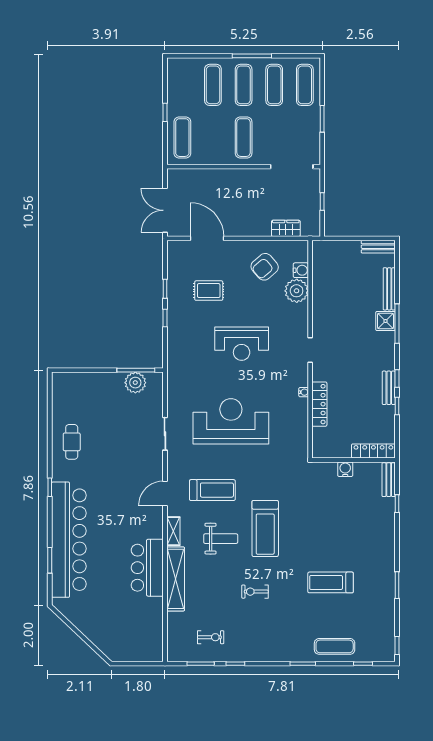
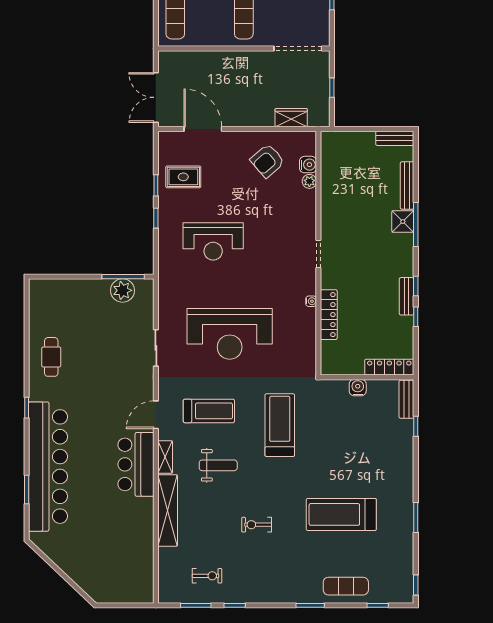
rug: (209, 291) -> (183, 177), moved
plant: (297, 291) -> (309, 181), width x0.53, depth x0.53
reception desk: (242, 344) -> (213, 241), moved
reception desk: (231, 421) -> (230, 334), turned 180
treadmill: (265, 528) -> (280, 425), moved, turned 180
bar counter: (147, 568) -> (136, 464), moved
treadmill: (331, 582) -> (341, 514), width x1.37, depth x1.38

